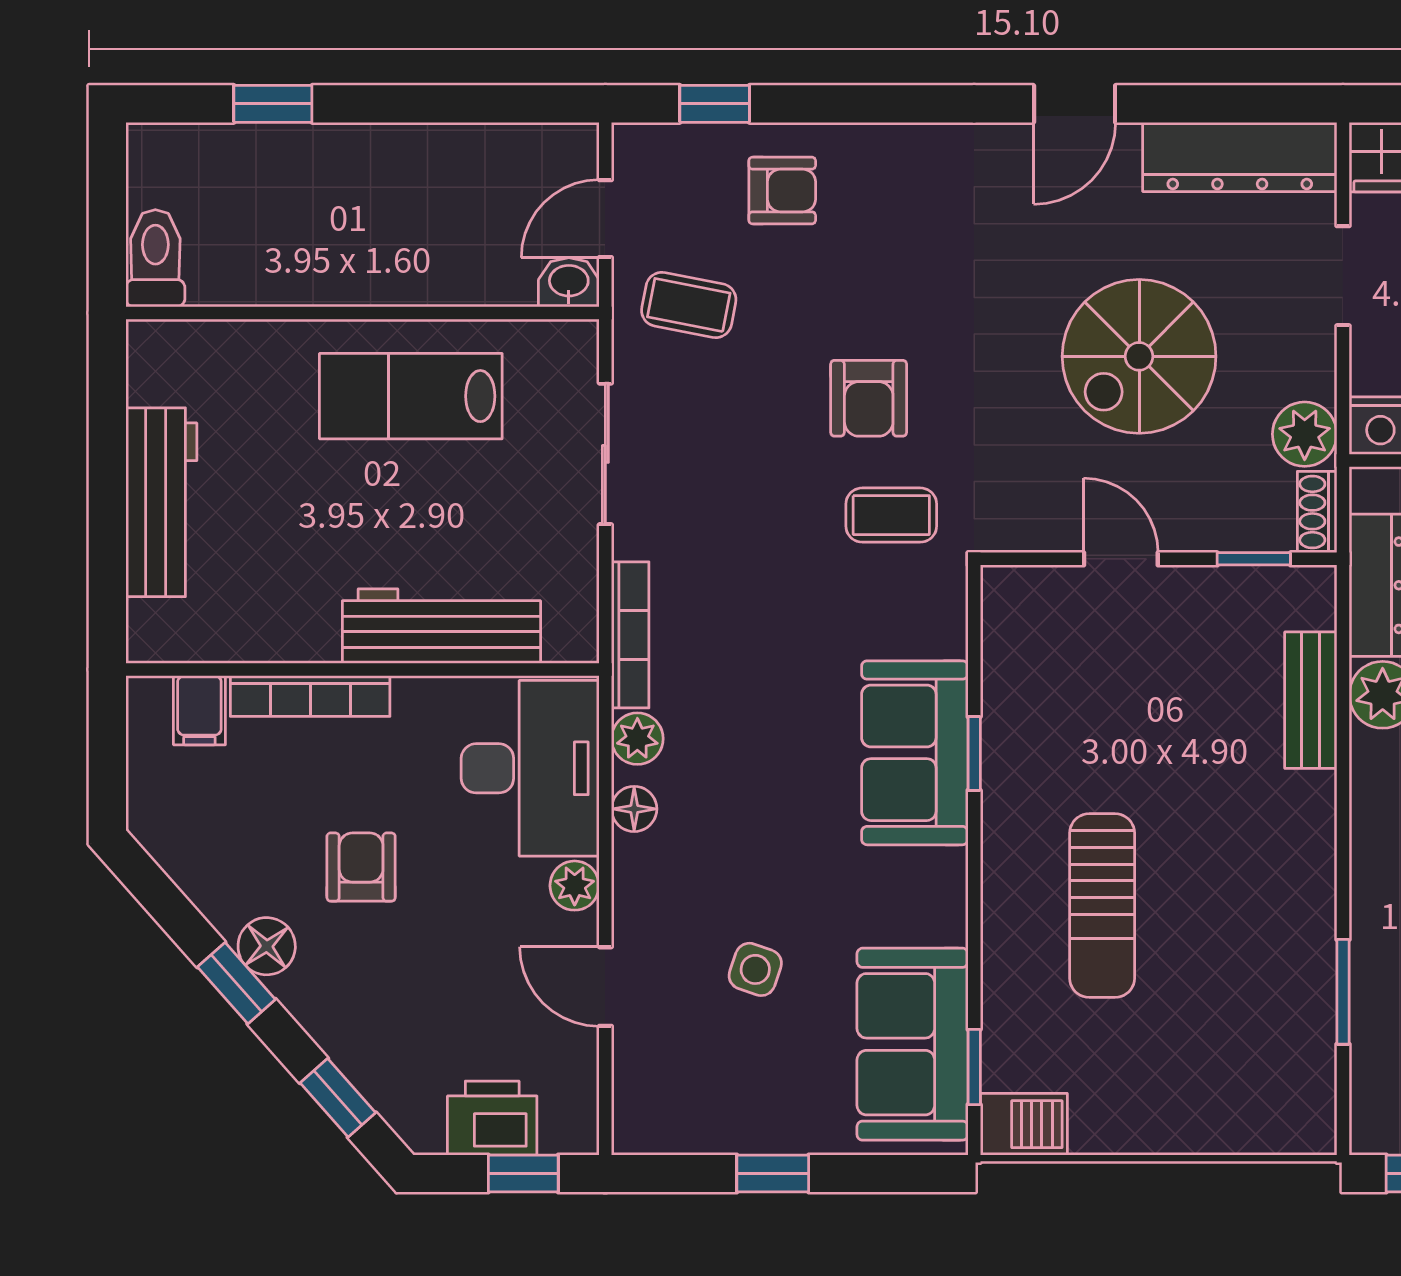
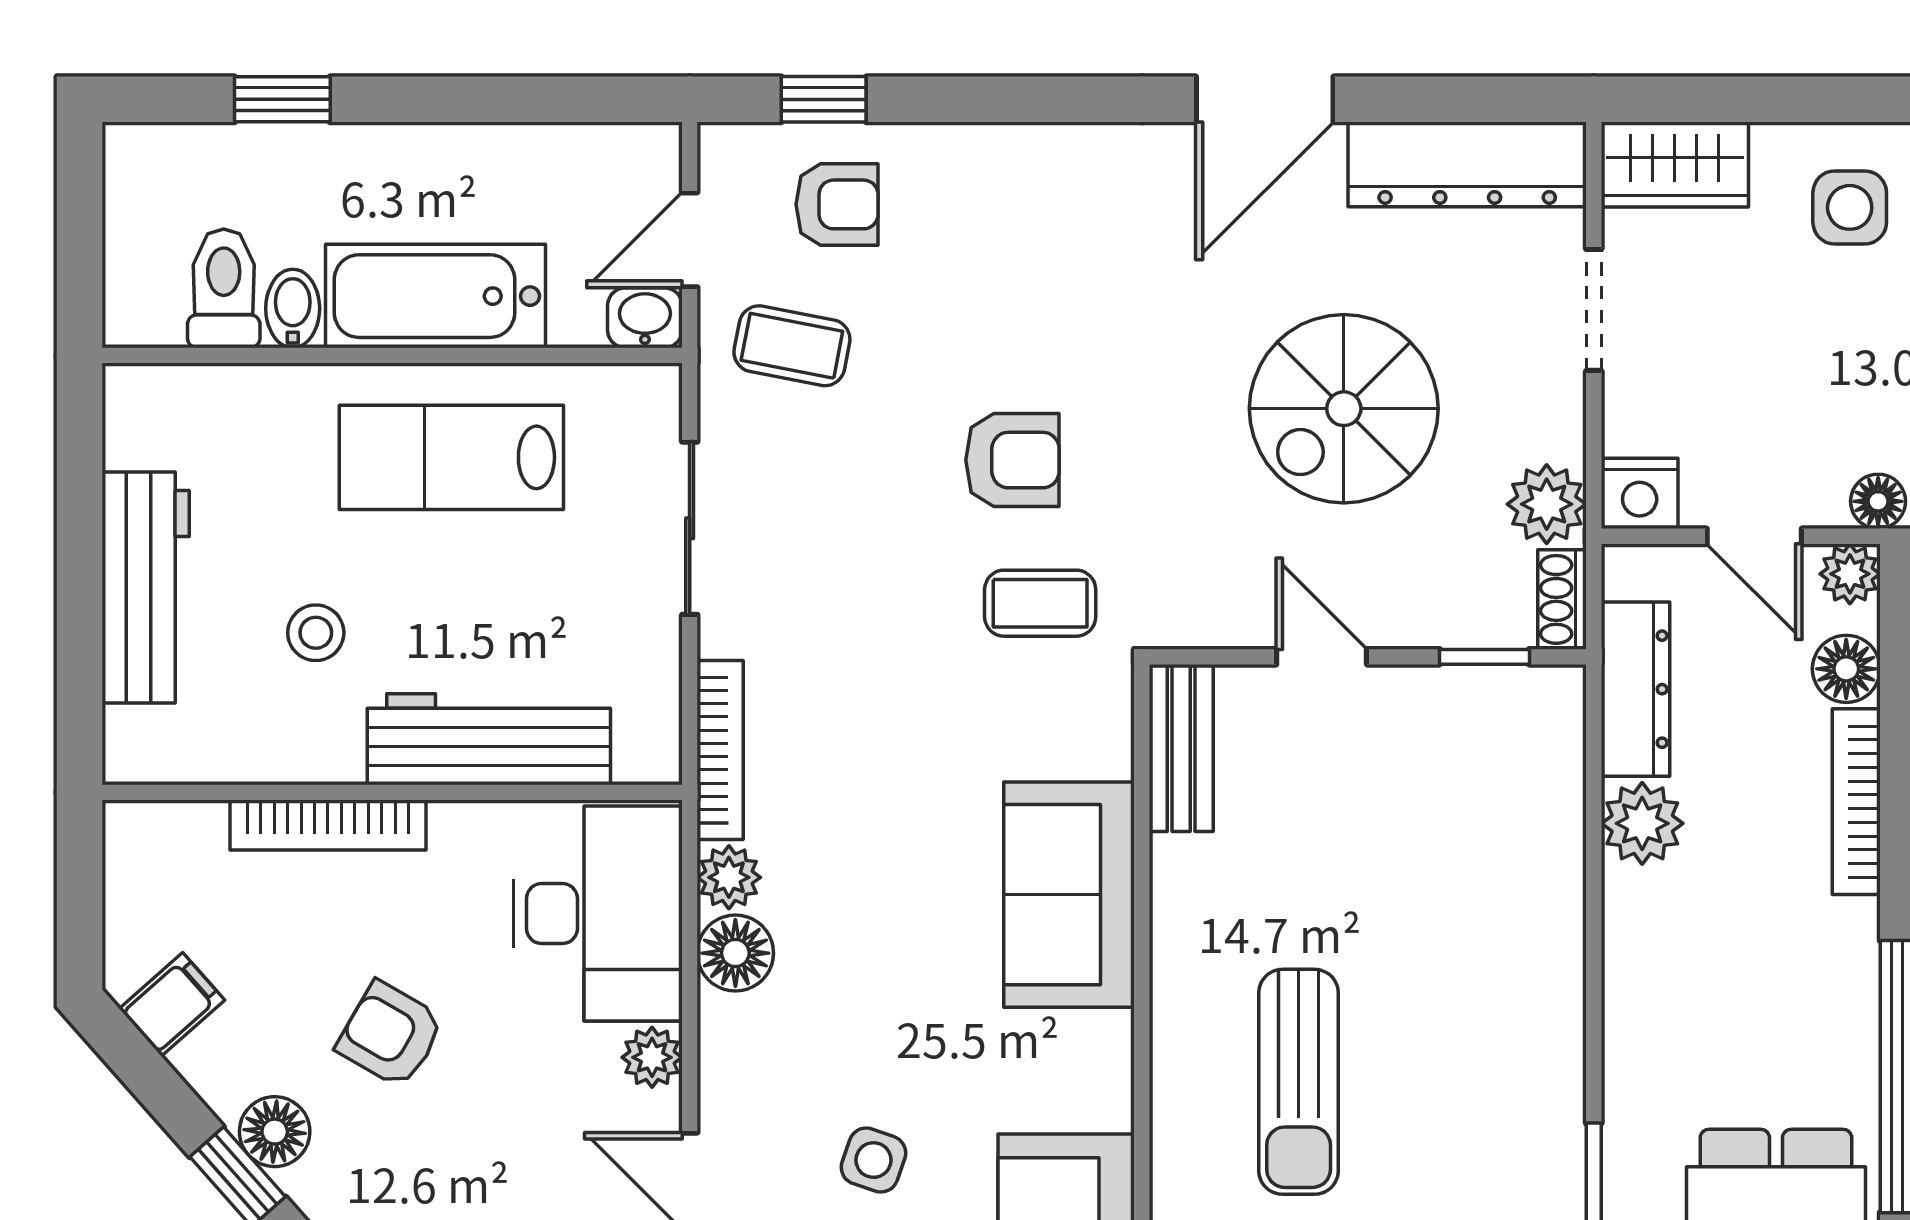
door: (1075, 104) -> (1265, 99), width x1.38
armchair: (782, 190) -> (837, 204), moved
toilet: (155, 258) -> (224, 288), moved
bathtub: (398, 264) -> (436, 296), added
bidet: (281, 275) -> (293, 308), added
armchair: (869, 398) -> (1012, 460), turned -90
stool: (300, 539) -> (316, 633), added
bench: (1311, 700) -> (1181, 748), moved
filing cabinet: (199, 710) -> (172, 1004), moved, turned -132
window: (974, 753) -> (1142, 895), removed
floor lamp: (634, 809) -> (735, 953), width x1.37, depth x1.37
armchair: (361, 867) -> (390, 1035), turned -60

